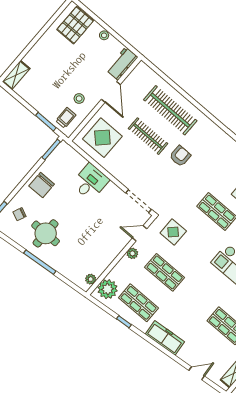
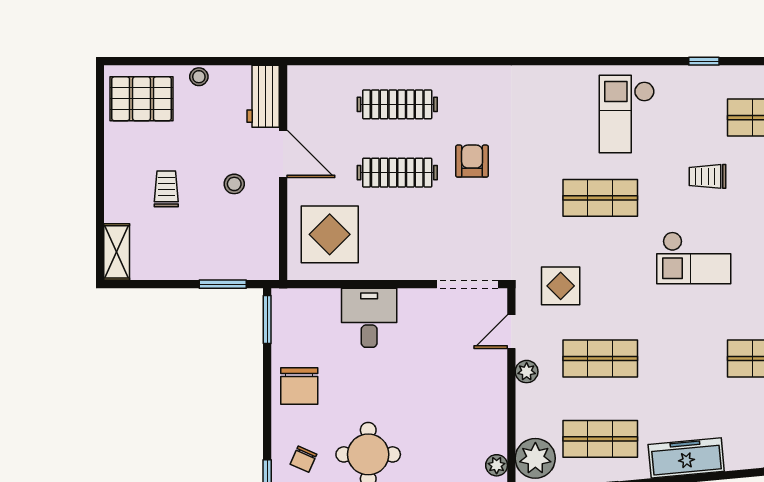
pallet: (75, 25) -> (141, 99), turned 90
stool: (79, 99) -> (234, 184), moved
clothes rail: (170, 110) -> (397, 104), width x0.73, depth x0.76
trolley: (66, 118) -> (166, 189), moved

